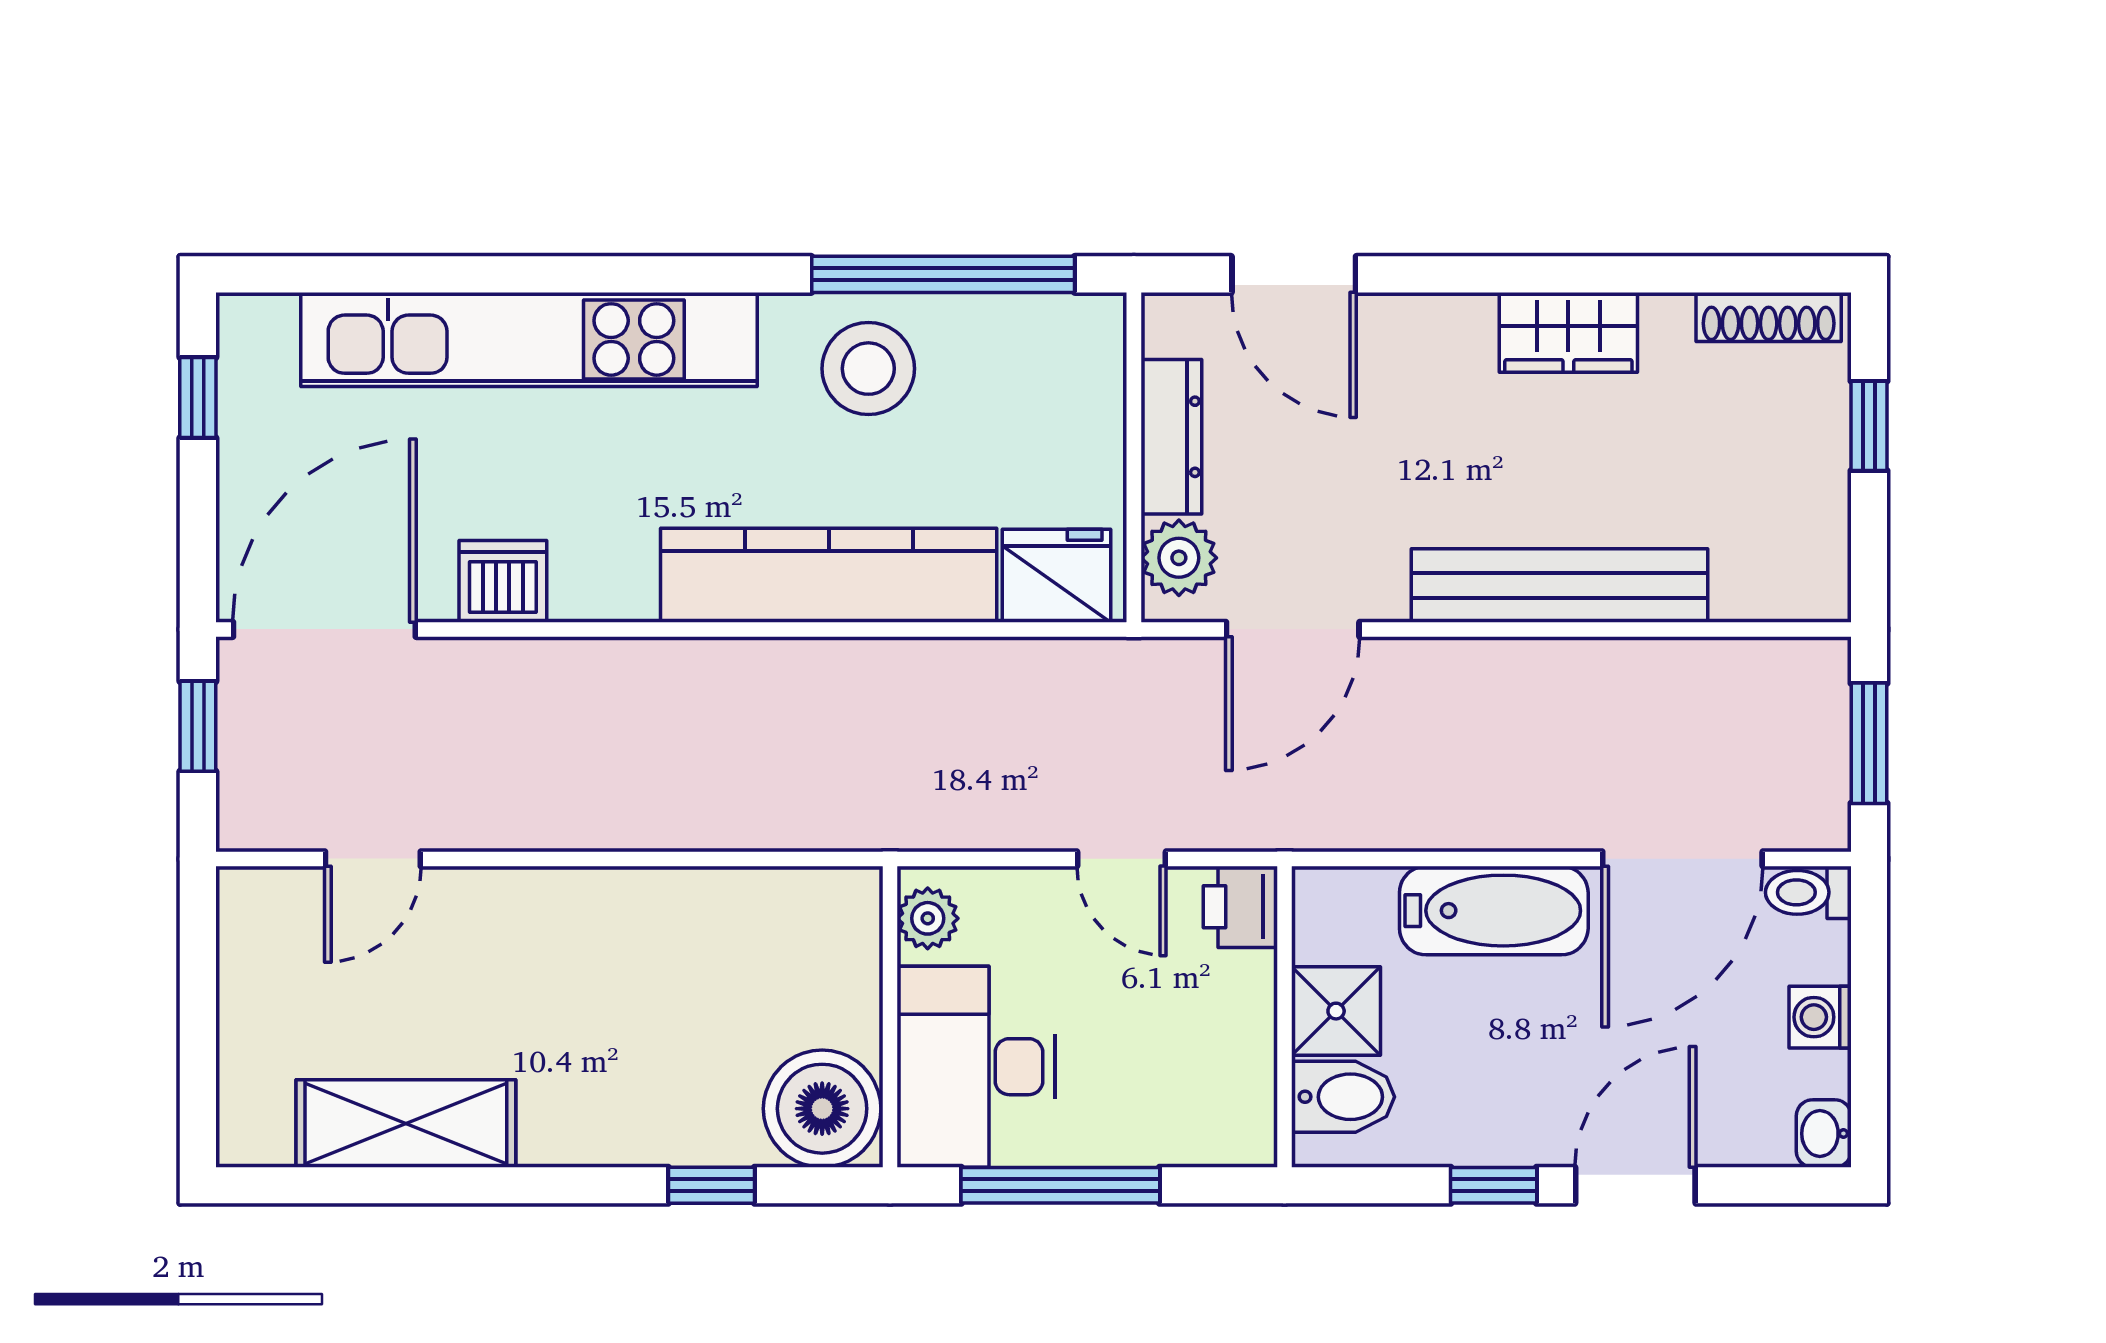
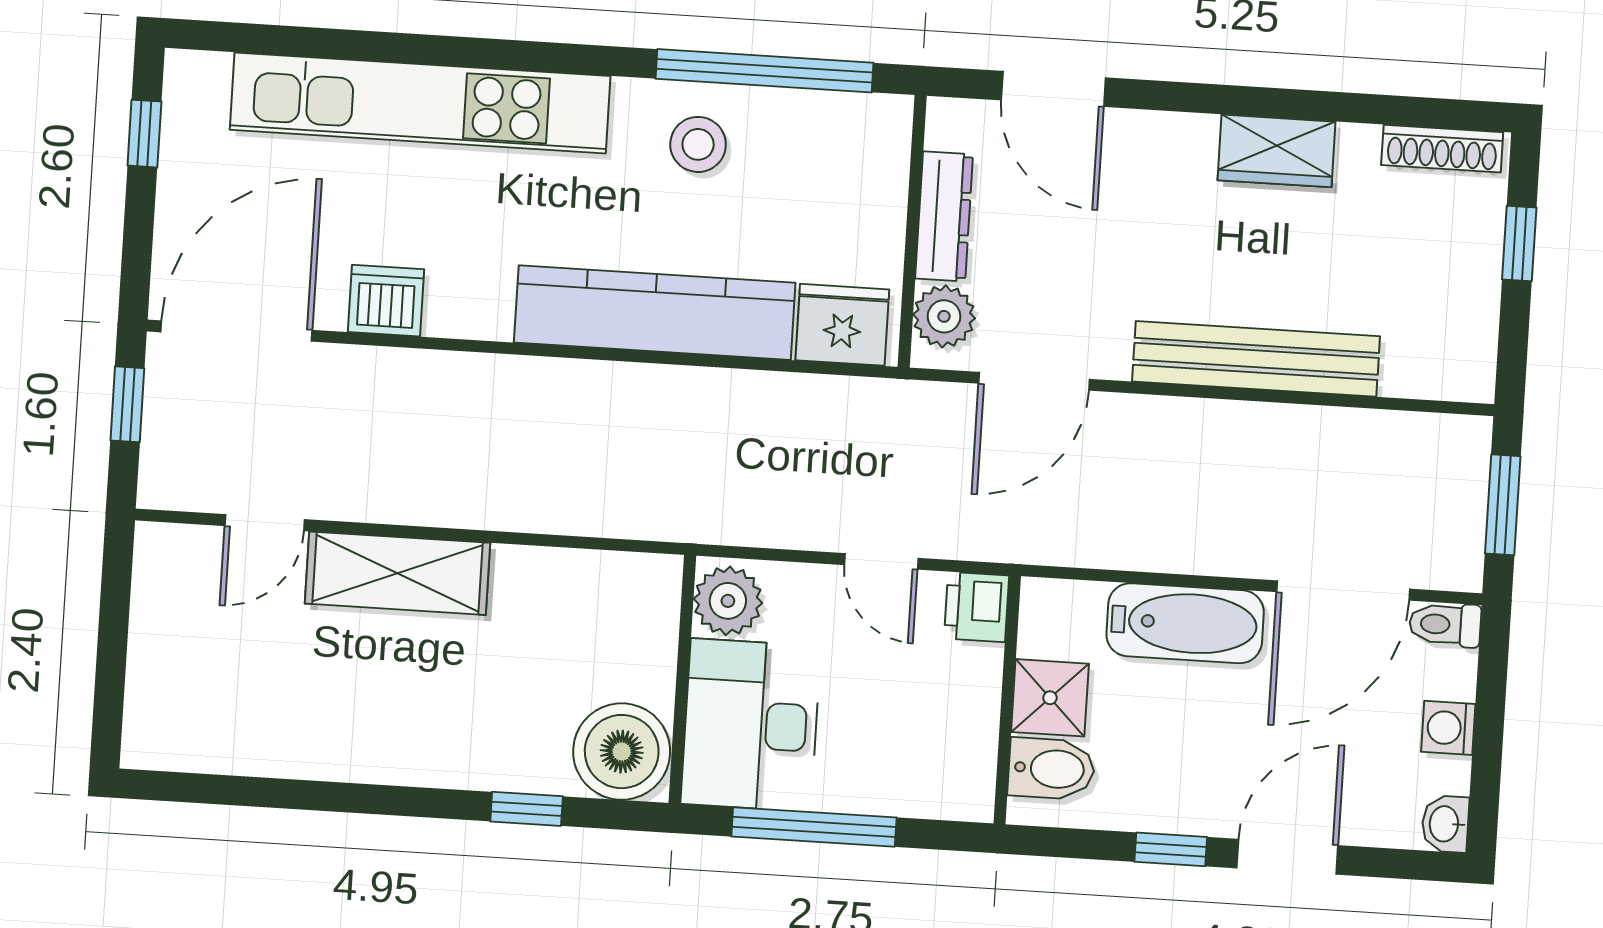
stool: (868, 369) -> (698, 144), width x0.73, depth x0.73
plant: (928, 918) -> (728, 601), width x1.38, depth x1.38
shelving: (406, 1123) -> (398, 573), moved

